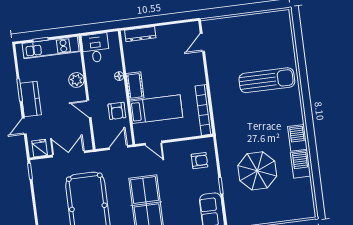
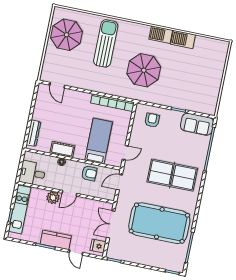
parasol: (262, 34) -> (67, 35), added
cot: (135, 86) -> (62, 149), moved
door: (89, 109) -> (69, 193), moved
door: (118, 148) -> (119, 182), hinge flipped
parasol: (257, 171) -> (144, 70), moved

